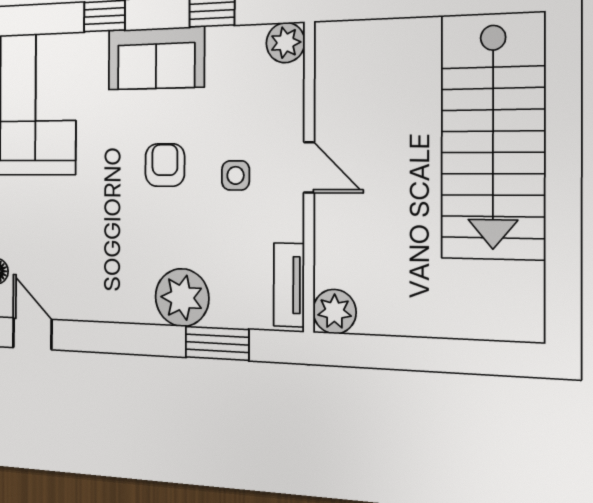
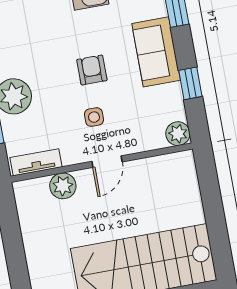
armchair: (165, 165) -> (92, 70), turned -90
plant: (334, 312) -> (63, 186), moved

